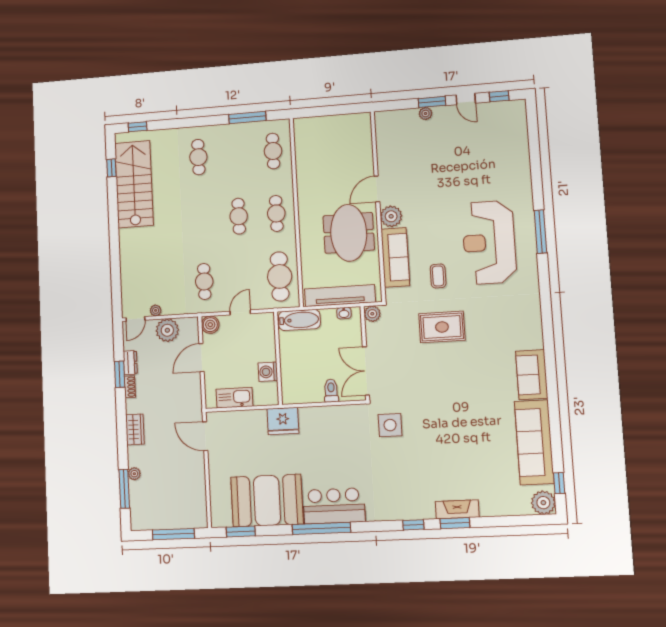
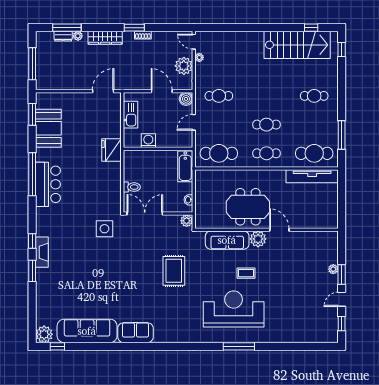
cafe table: (273, 151) -> (314, 153), width x1.37, depth x1.35
coffee table: (438, 276) -> (246, 273), moved
tv unit: (340, 296) -> (312, 176), moved, turned 90
door: (240, 312) -> (194, 122), swing flipped
dresser: (130, 363) -> (63, 36), moved
window: (120, 374) -> (134, 28), moved
wardrobe: (135, 429) -> (105, 38), width x1.50
booth: (267, 501) -> (48, 128), width x0.73, depth x0.70
fireplace: (457, 509) -> (42, 252), moved

